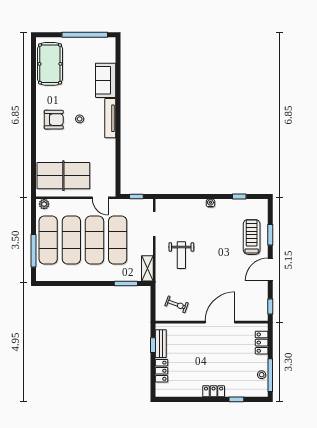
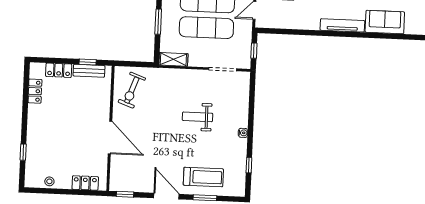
weight bench: (181, 255) -> (197, 117), moved
window: (126, 283) -> (158, 22), moved
exercise bike: (177, 304) -> (132, 90), width x1.38, depth x1.39
window: (270, 375) -> (49, 191), removed
locker: (214, 391) -> (35, 91), moved

